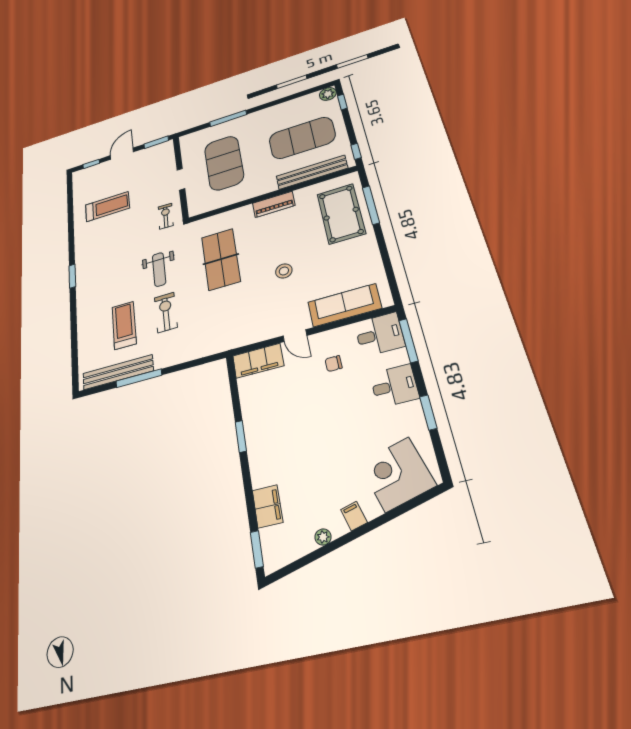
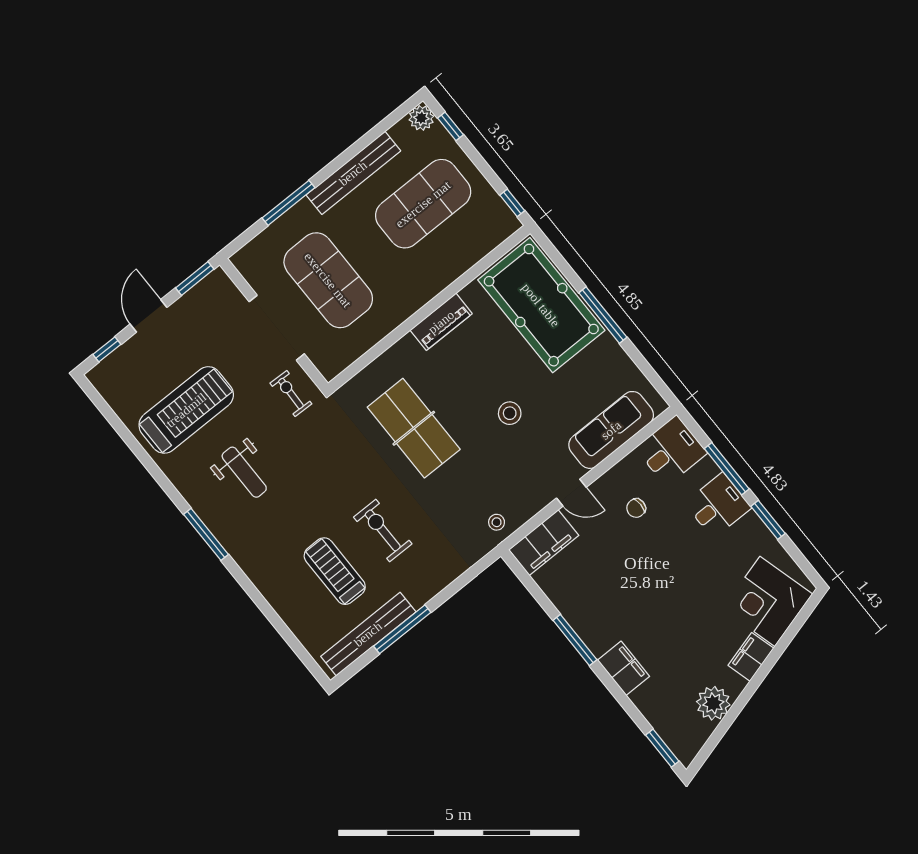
bench: (312, 172) -> (353, 173), moved
doorway: (181, 179) -> (277, 328), width x1.87
window: (371, 205) -> (603, 315), moved
treadmill: (107, 207) -> (186, 410), width x1.37, depth x1.38
pool table: (341, 214) -> (541, 305), width x1.36, depth x1.32
weight bench: (159, 269) -> (244, 472), moved
window: (72, 276) -> (206, 534), width x1.44
stool: (236, 335) -> (497, 522), added
window: (408, 341) -> (727, 469), moved
window: (241, 436) -> (575, 640), width x1.44
filing cabinet: (268, 506) -> (623, 668), moved
filing cabinet: (354, 516) -> (751, 657), width x2.00
plant: (323, 537) -> (713, 703), width x1.87, depth x1.87

